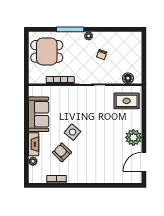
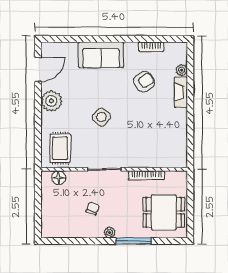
rug: (127, 101) -> (60, 148), turned 90
sofa: (39, 114) -> (101, 55), moved, turned -90
side table: (73, 132) -> (101, 117), moved
armchair: (62, 152) -> (144, 82), turned -78

